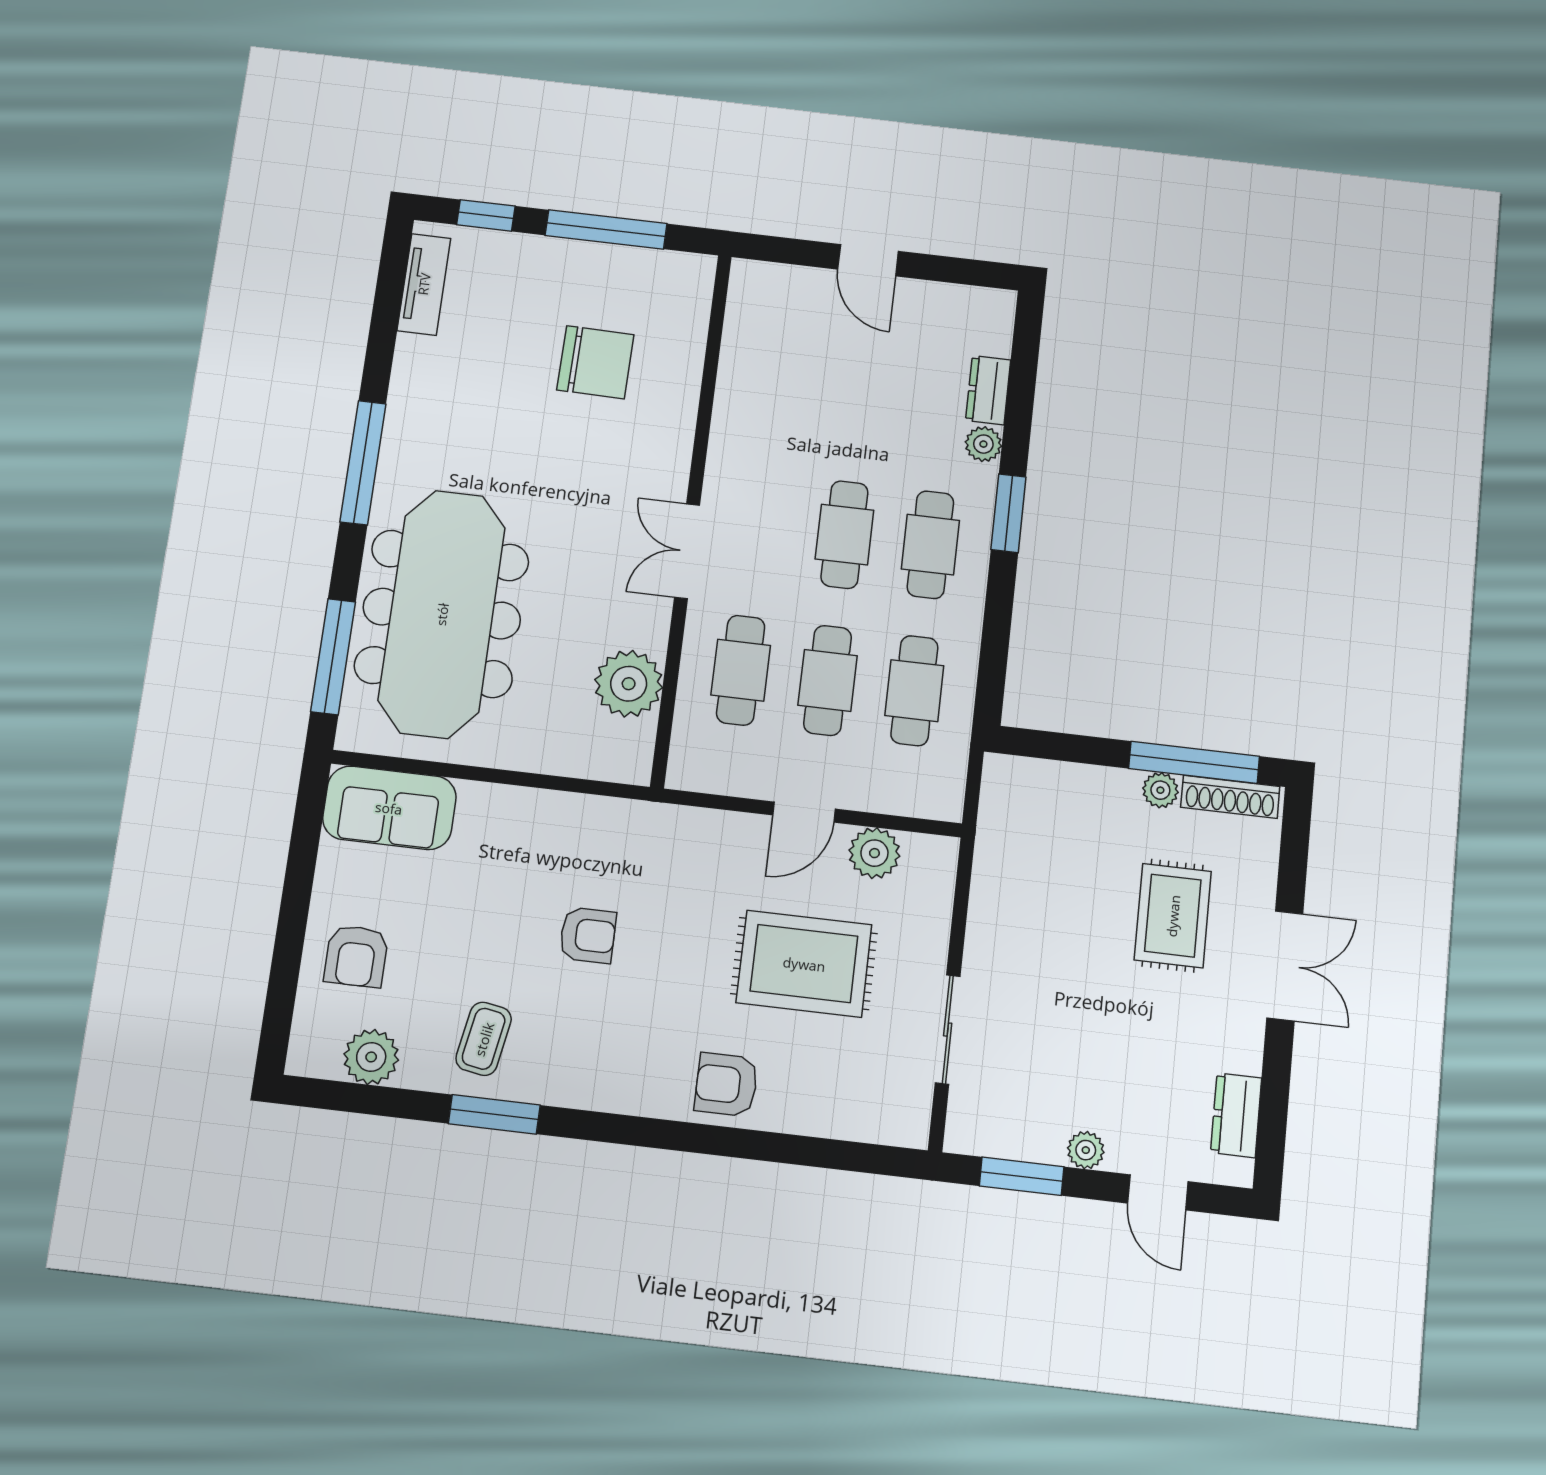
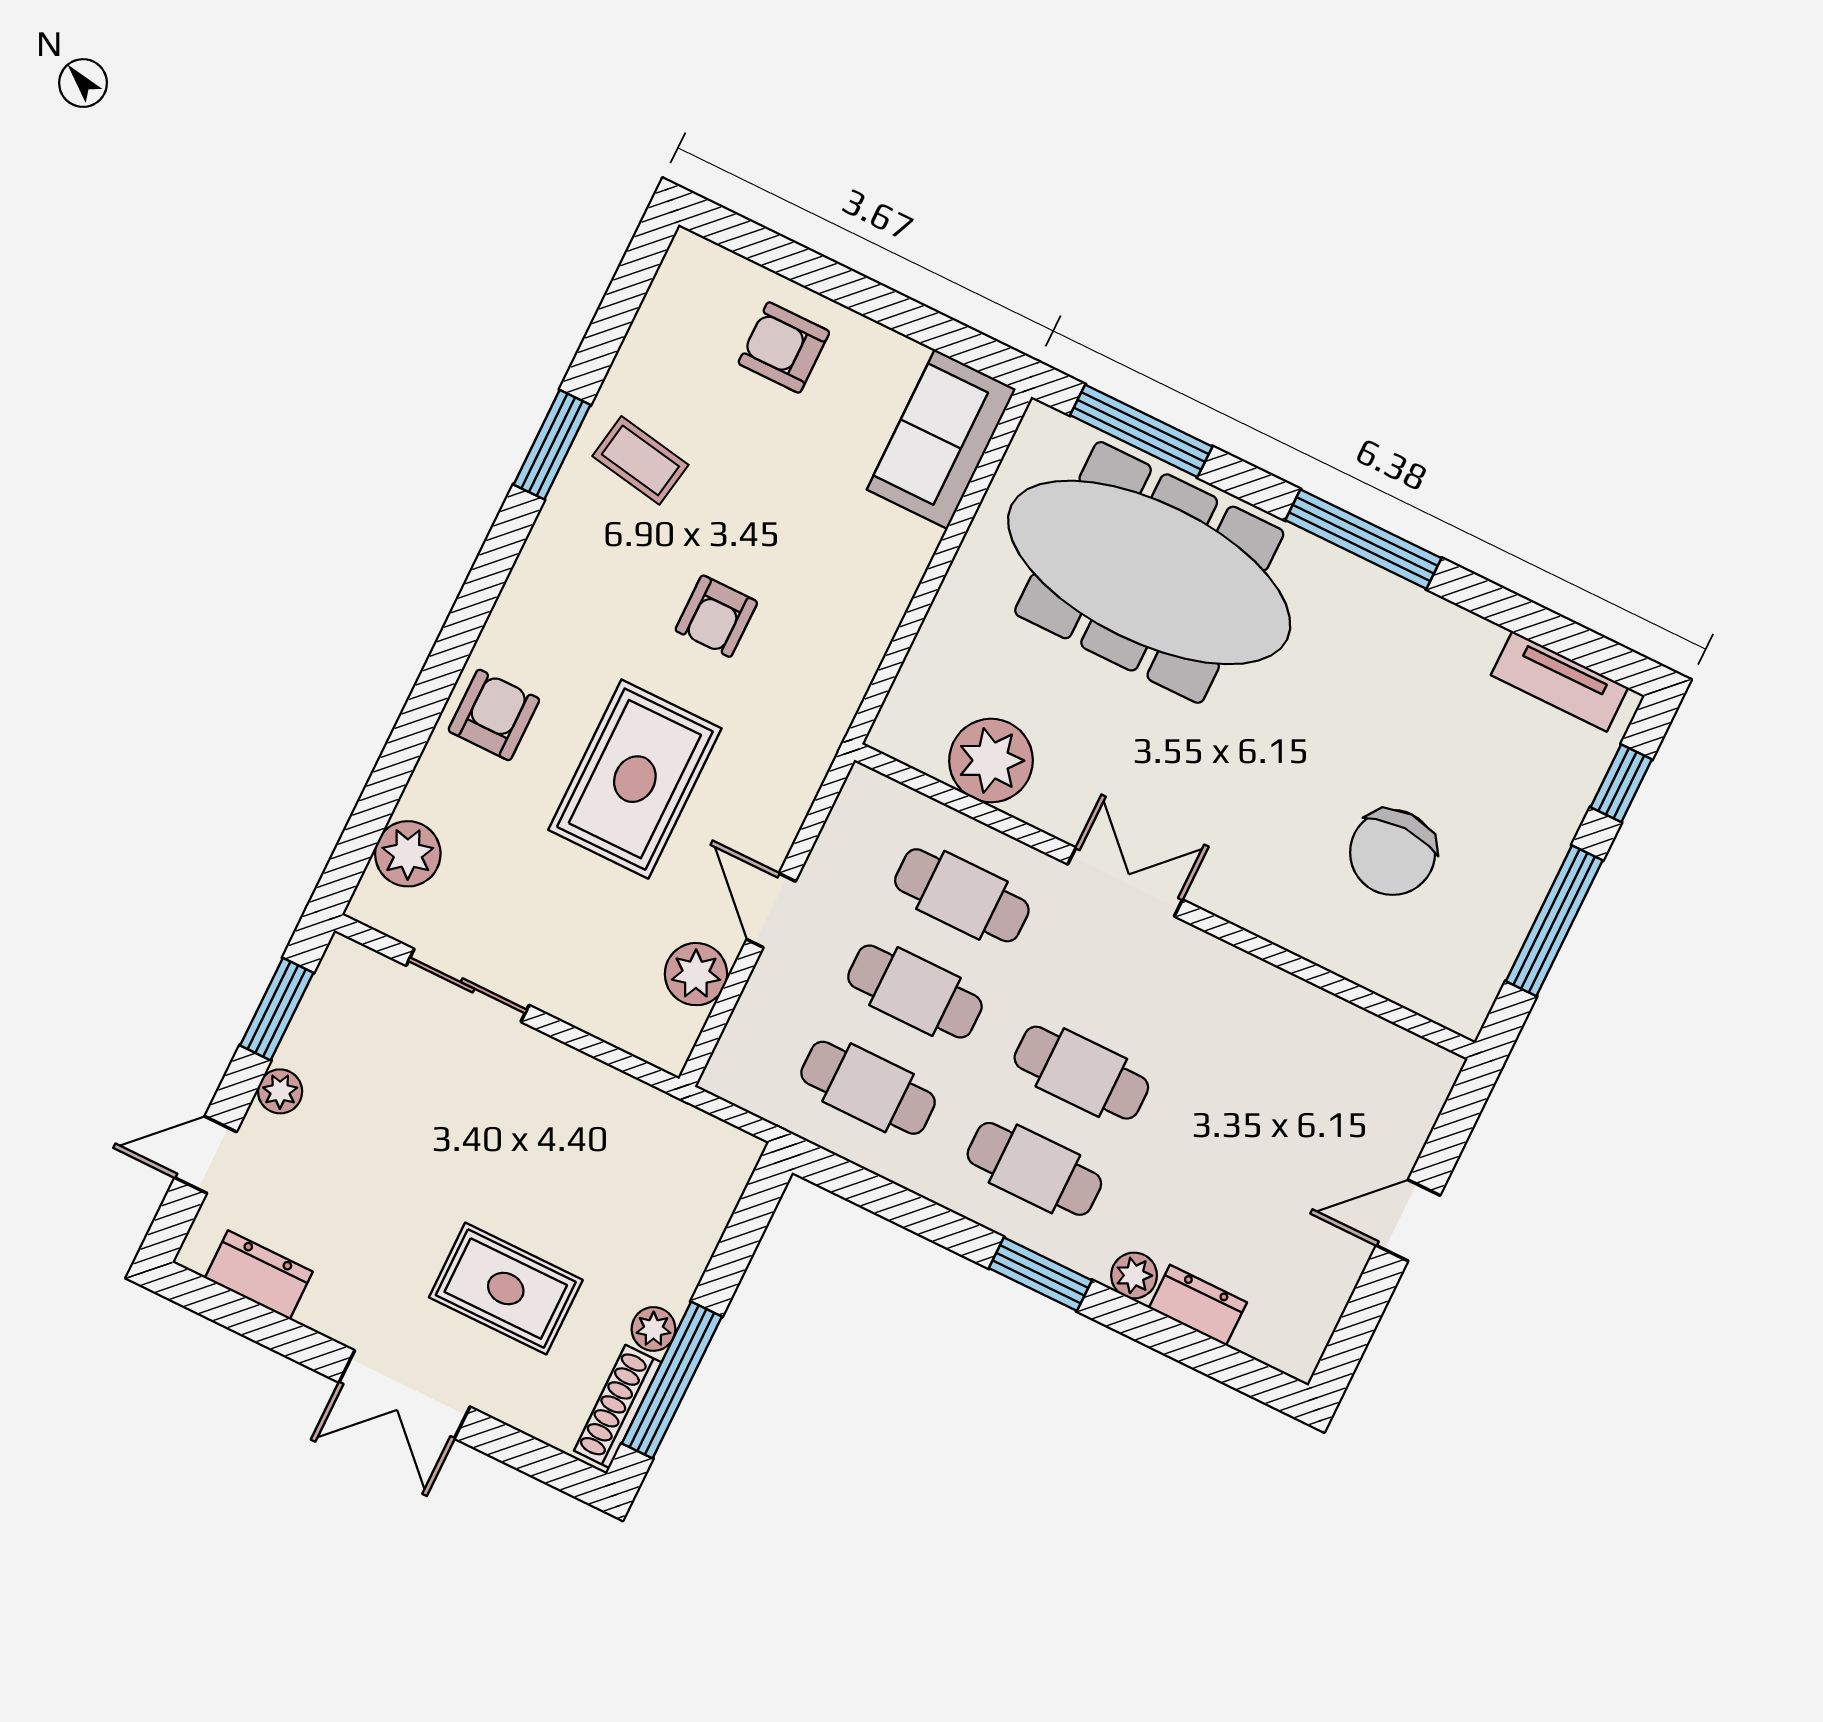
rug: (804, 964) -> (635, 779), moved
plant: (371, 1057) -> (408, 854), moved

